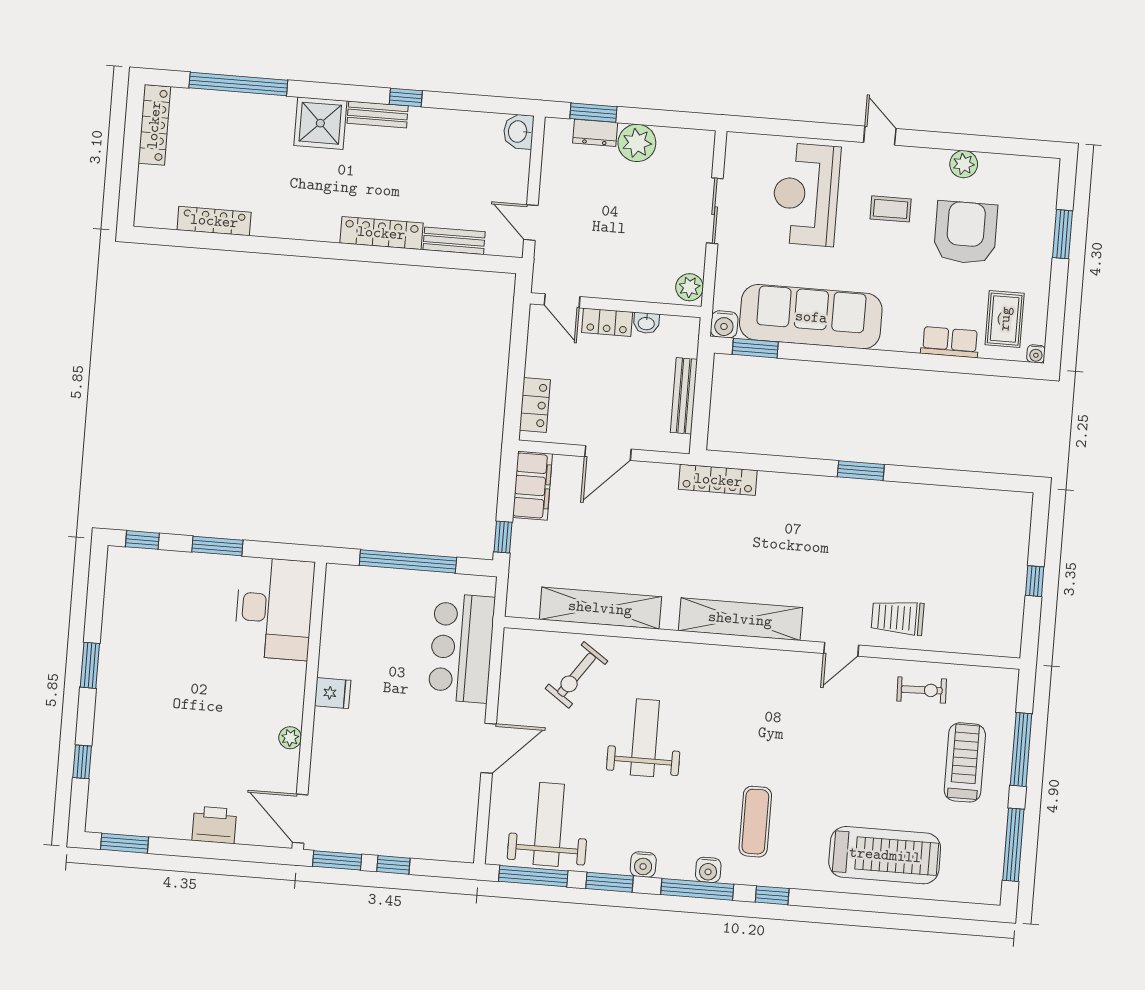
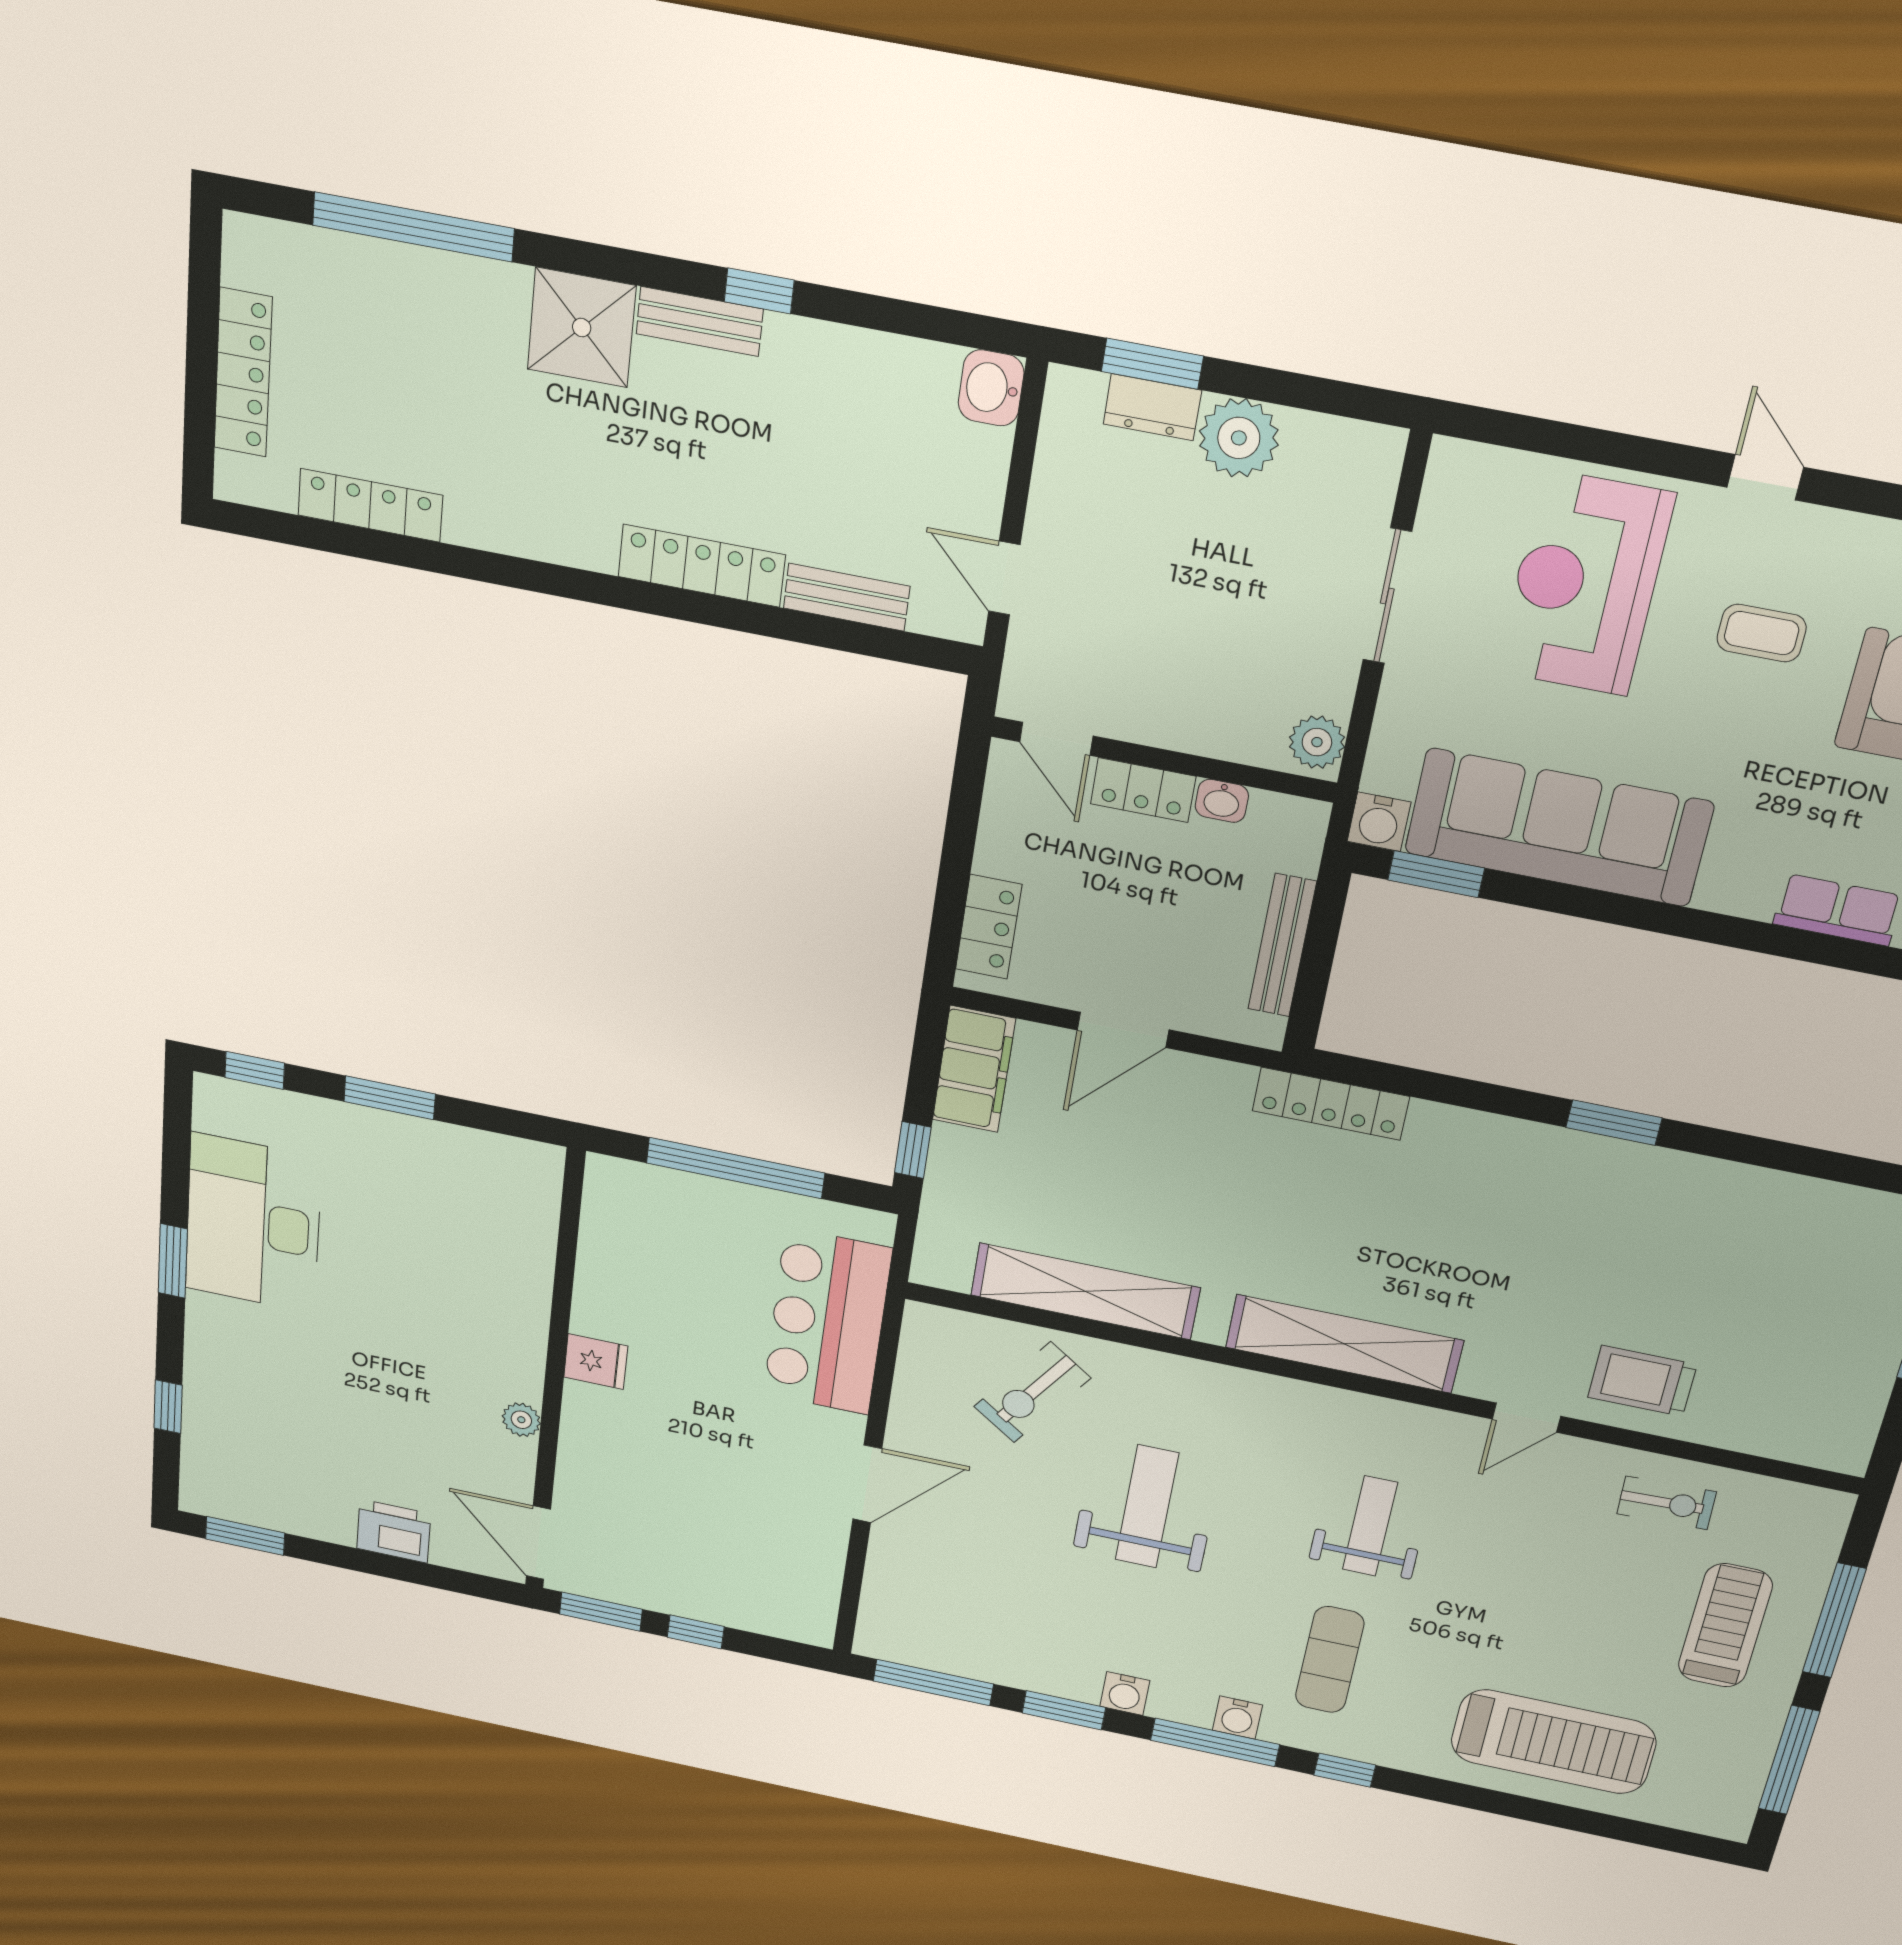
locker: (154, 125) -> (243, 373), moved
desk: (274, 609) -> (253, 1223), moved, turned 180
weight bench: (549, 824) -> (1370, 1526), moved, width x0.73, depth x0.75

